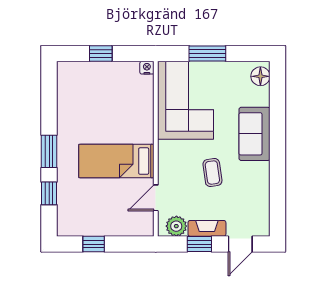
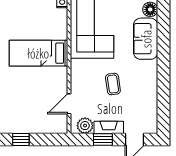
sofa: (255, 134) -> (146, 39), moved
bed: (116, 161) -> (38, 53), moved

